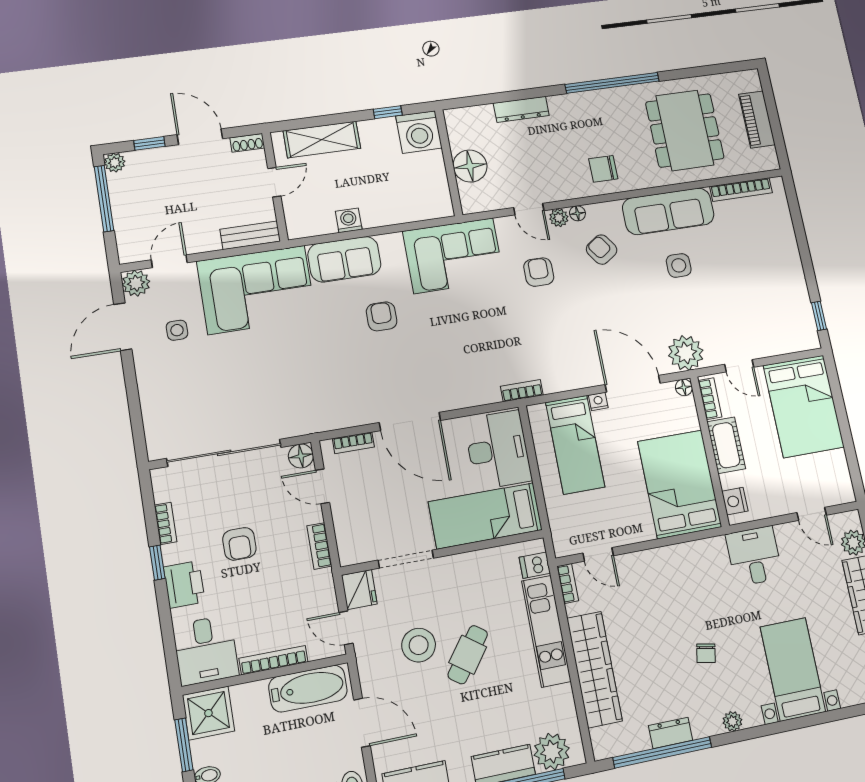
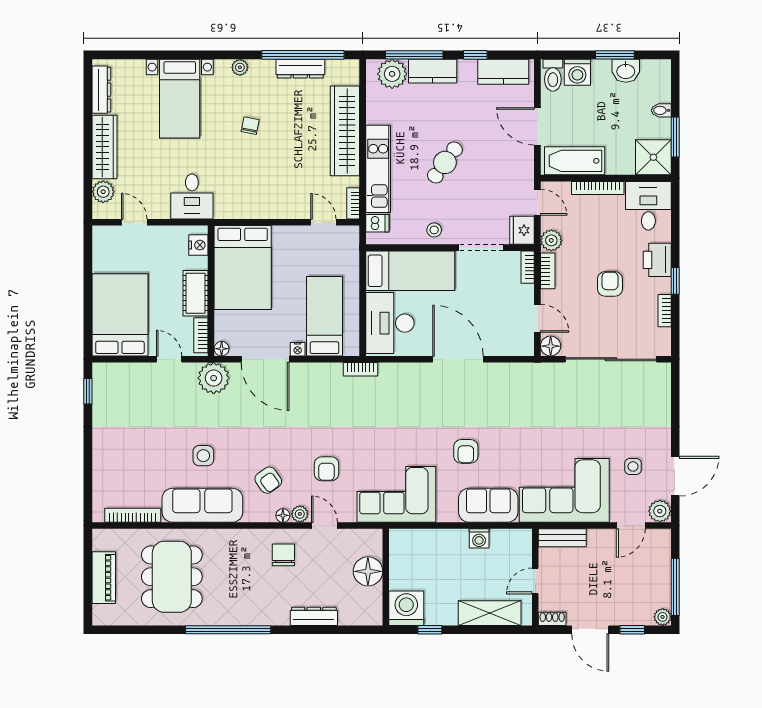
chair: (603, 169) -> (283, 555), moved, turned -90
bookcase: (353, 443) -> (528, 267), moved, turned -90
plant: (321, 584) -> (551, 240), added
stool: (419, 645) -> (434, 230), moved, width x0.53, depth x0.53
dresser: (671, 733) -> (300, 69), width x1.44

